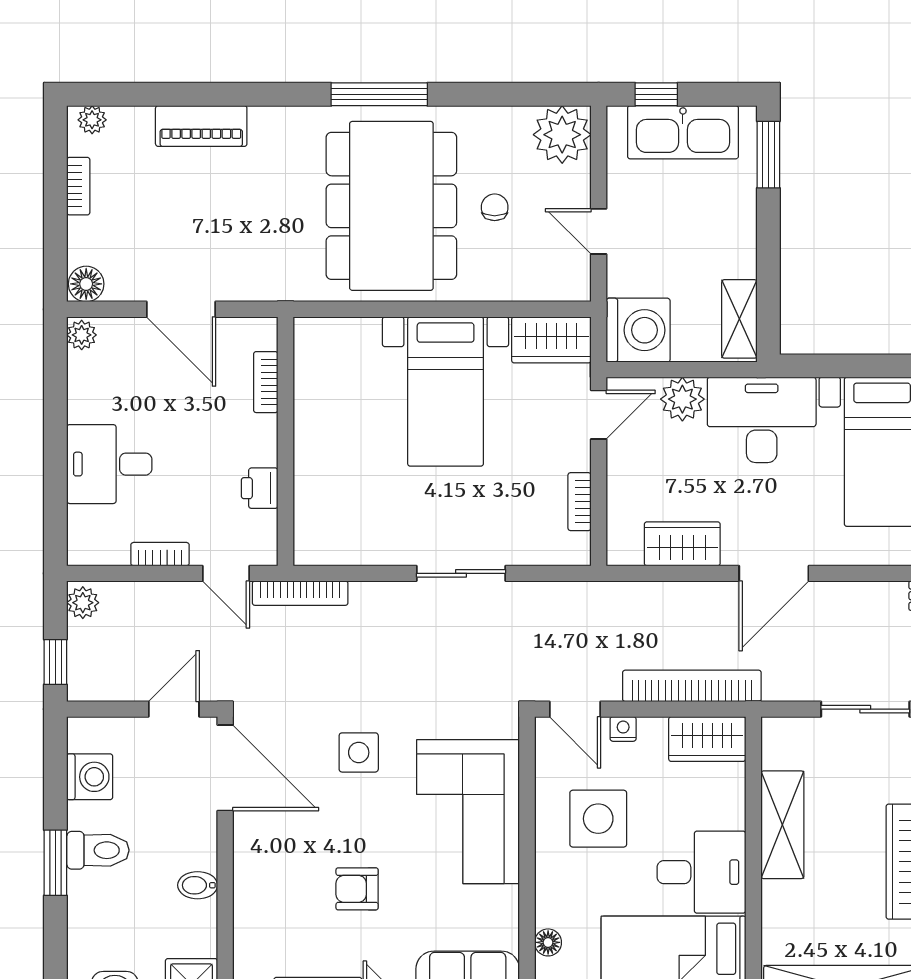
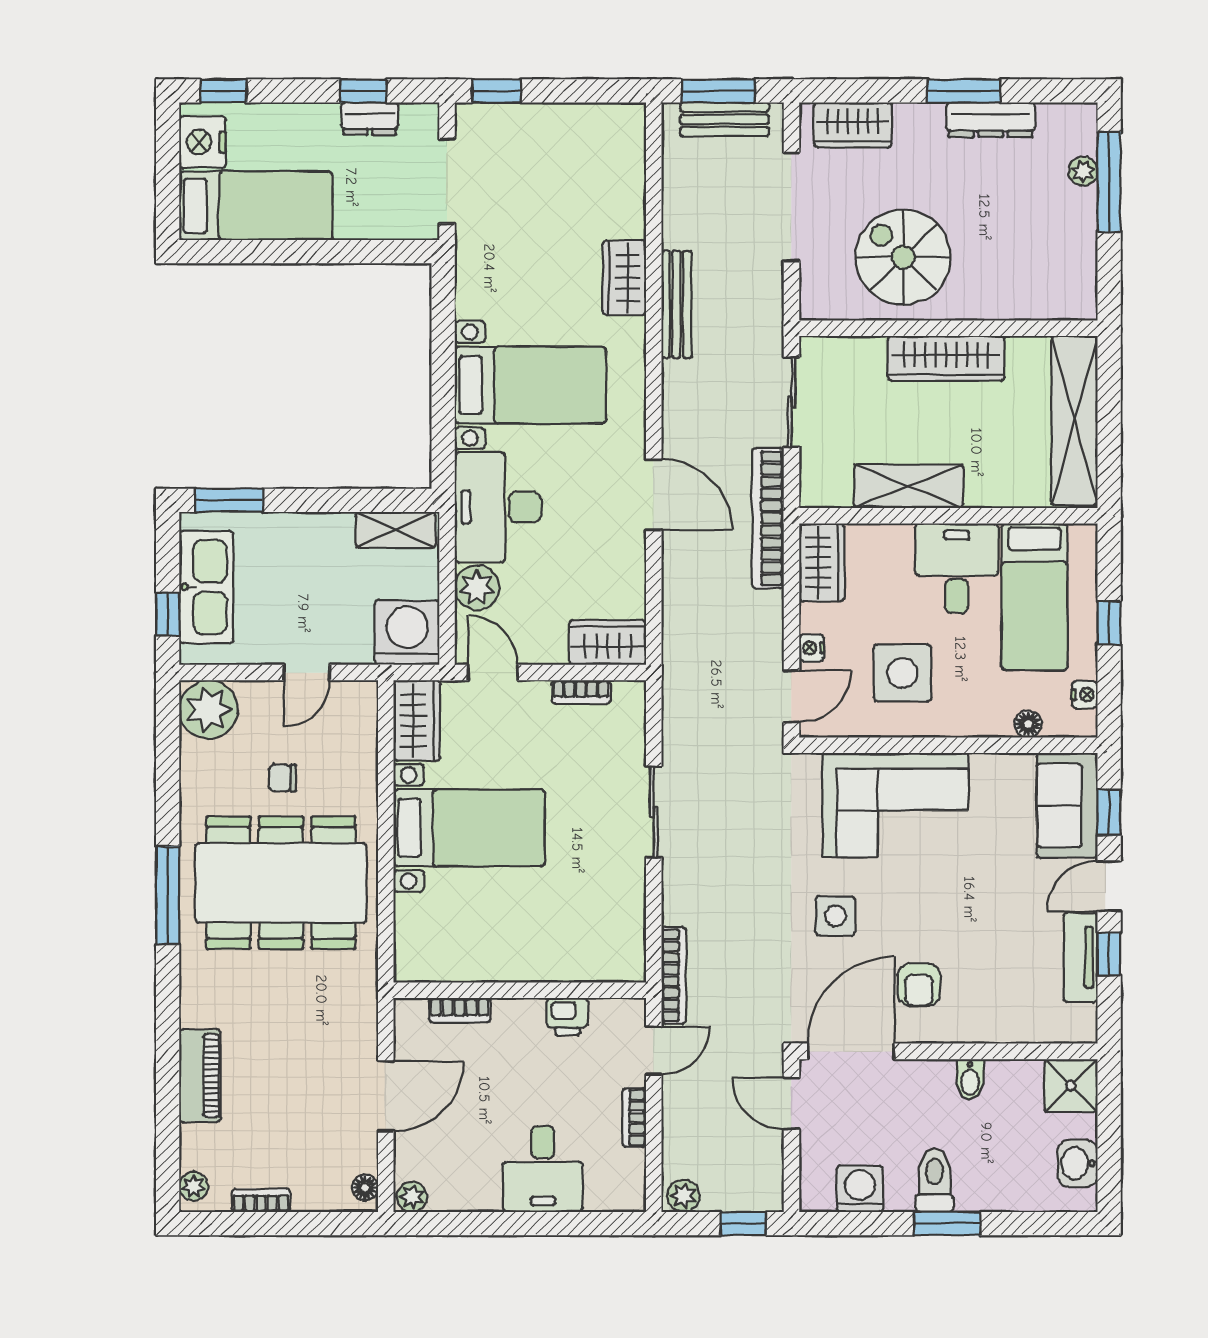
floor lamp: (86, 284) -> (365, 1188), width x0.73, depth x0.73
wardrobe: (682, 544) -> (608, 643), moved, turned 90
bookcase: (692, 686) -> (768, 518), moved
armchair: (357, 889) -> (919, 985), moved

